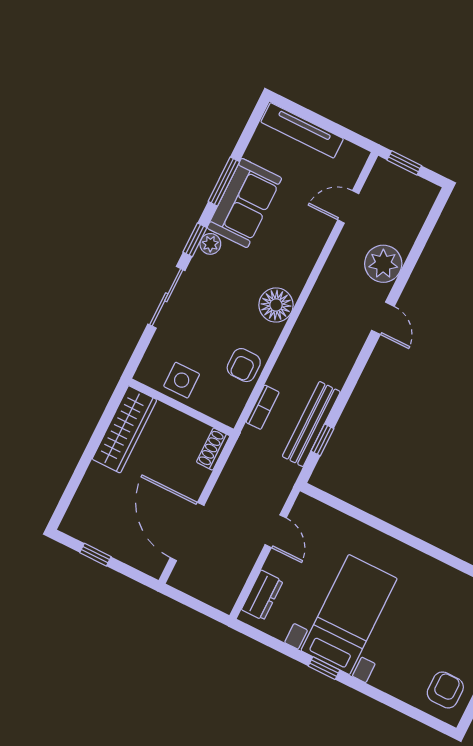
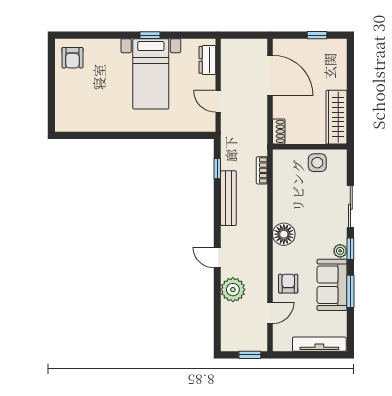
armchair: (244, 365) -> (288, 284), moved
bench: (311, 424) -> (228, 198), moved

